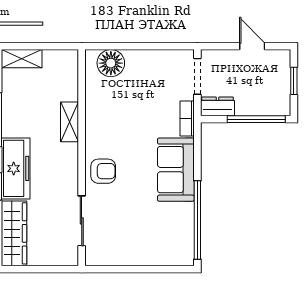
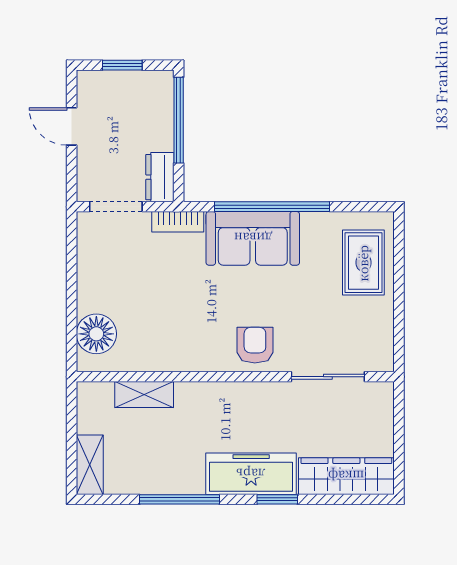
door: (252, 46) -> (72, 126), hinge flipped
shelving: (70, 122) -> (144, 395), moved
window: (197, 220) -> (272, 207), moved
rug: (159, 245) -> (363, 263), added

